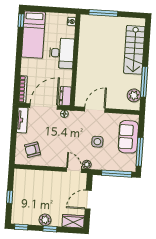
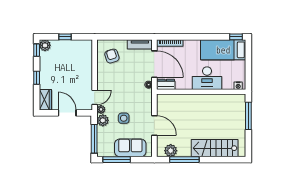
door: (95, 110) -> (154, 125), moved
plant: (98, 163) -> (103, 120), added
plant: (45, 220) -> (45, 45), moved

